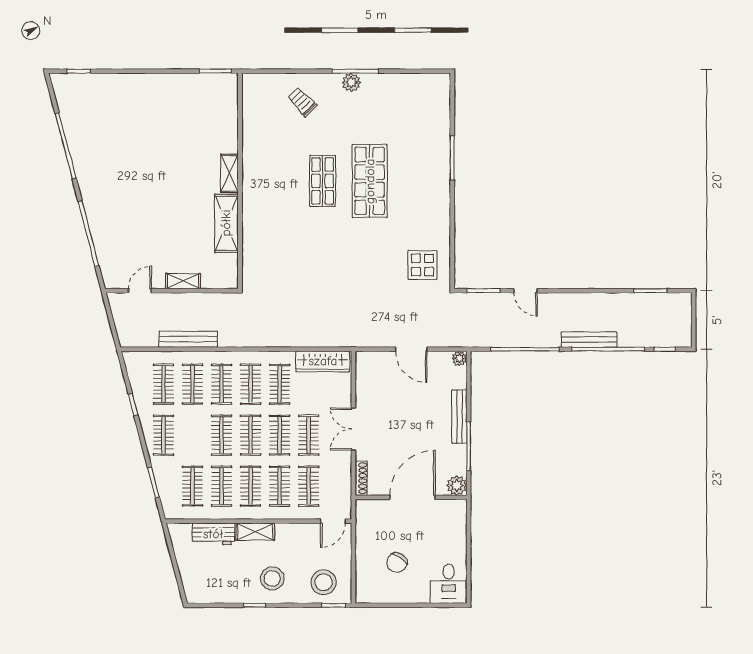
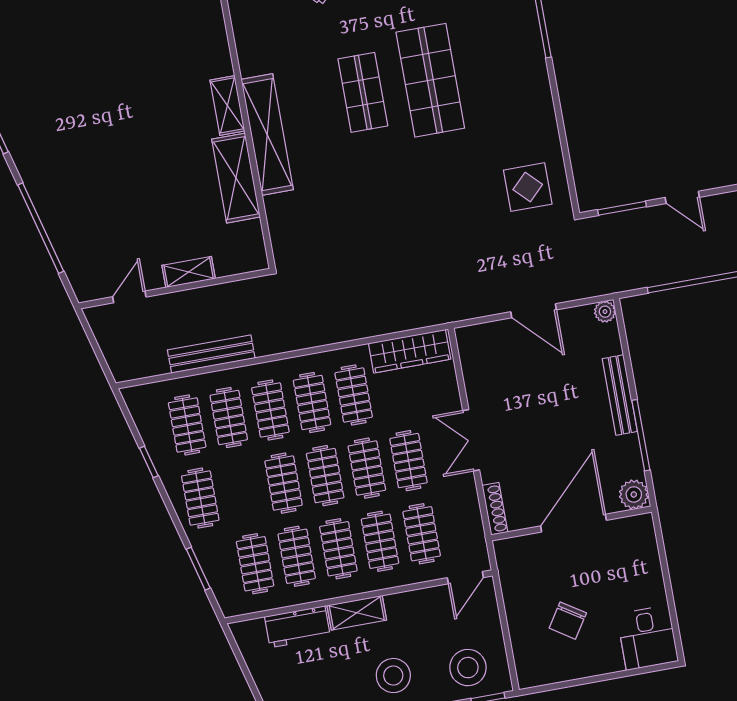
shelving: (253, 198) -> (267, 135), added

